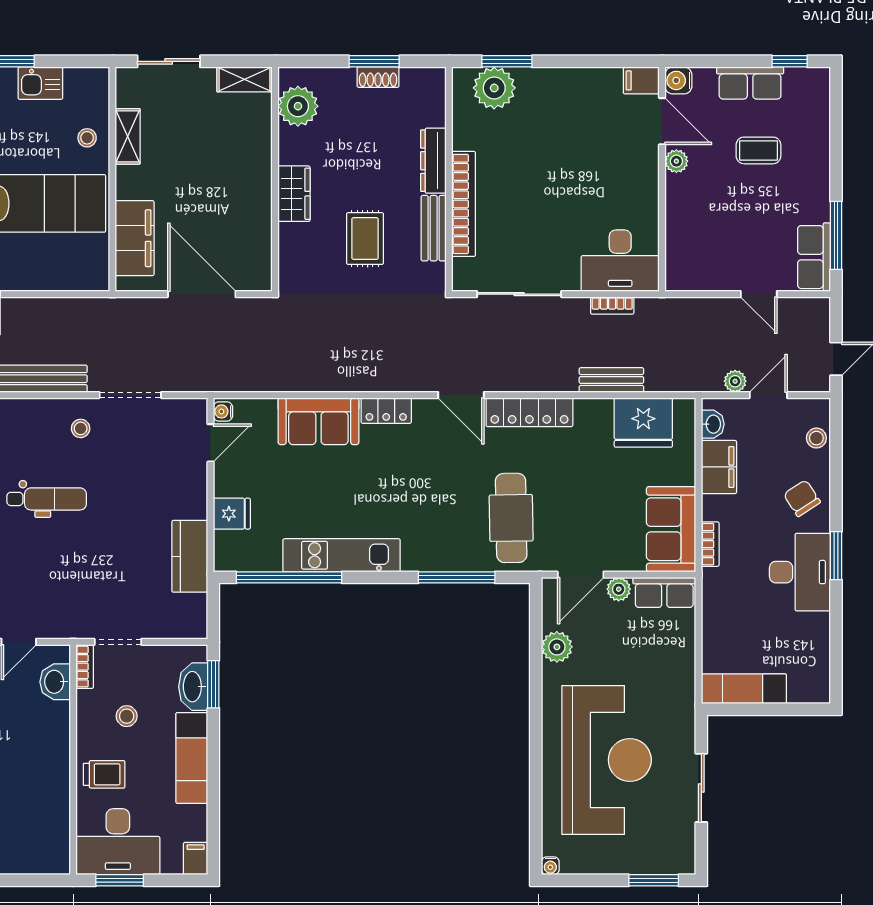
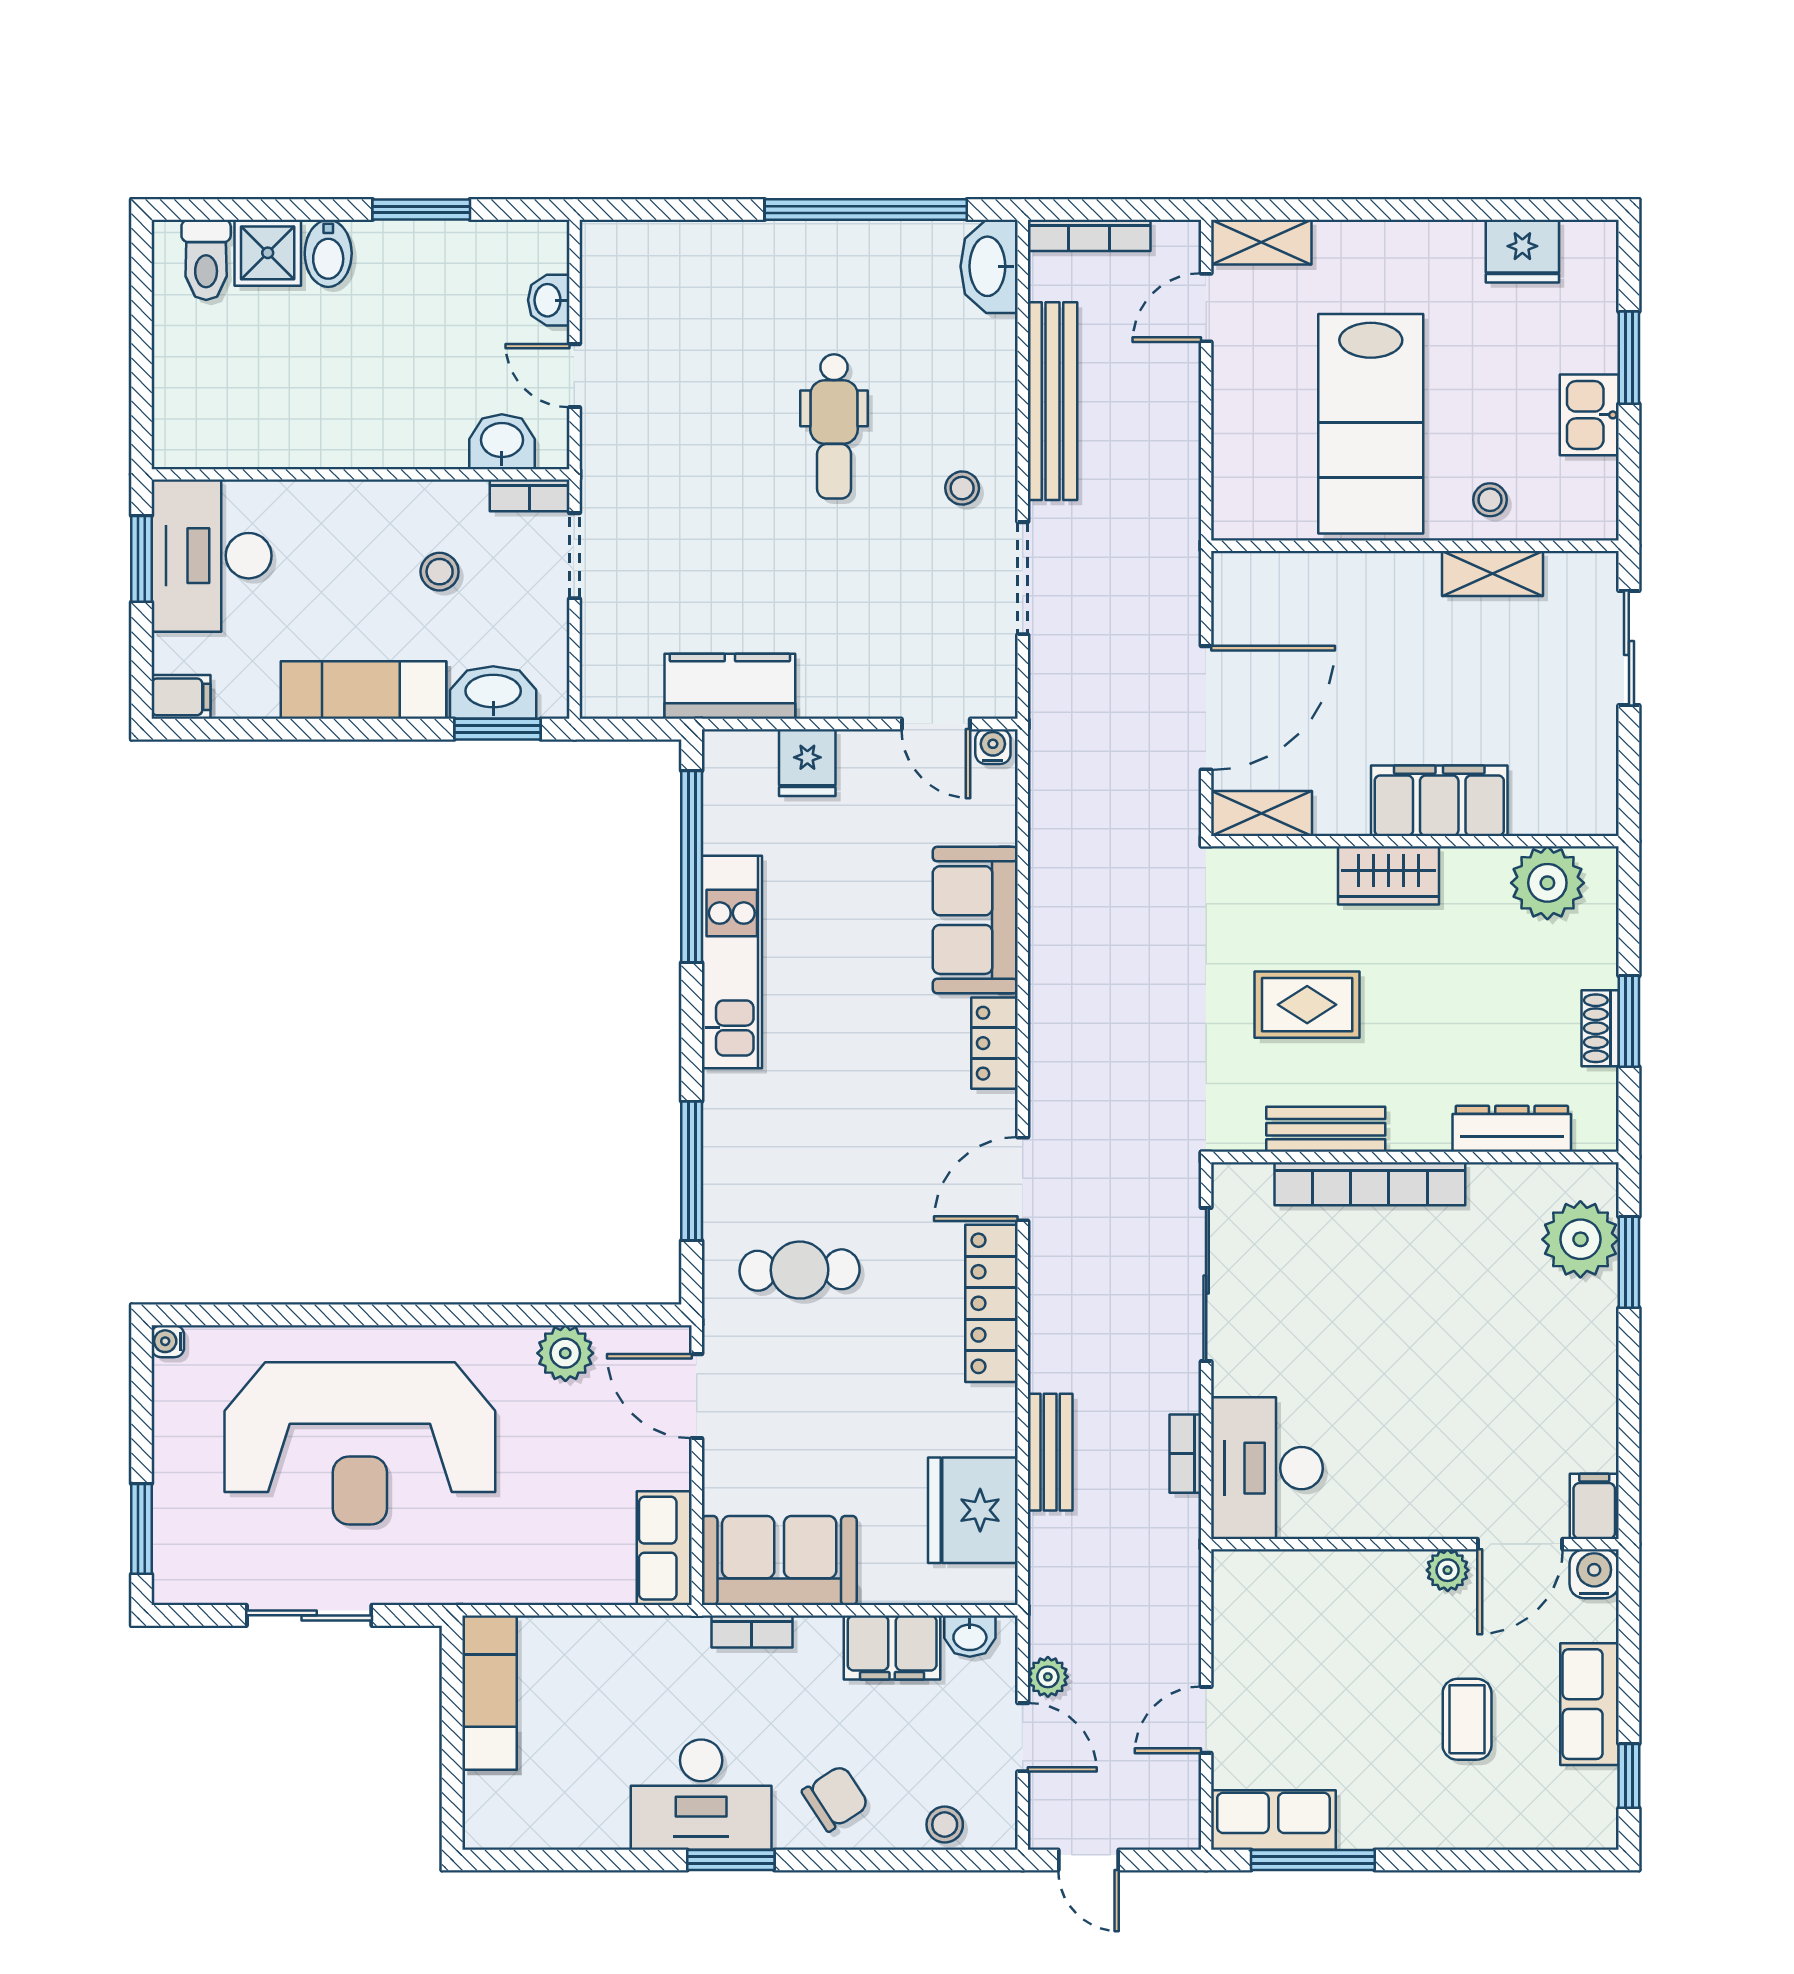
shelving: (245, 79) -> (1261, 813), moved, turned 90
dresser: (433, 161) -> (1512, 1129), moved
filing cabinet: (135, 238) -> (1439, 801), moved, turned 180
cafe table: (511, 518) -> (800, 1270), width x0.73, depth x0.74
plant: (619, 589) -> (670, 1465), removed
trolley: (104, 774) -> (334, 531), removed

